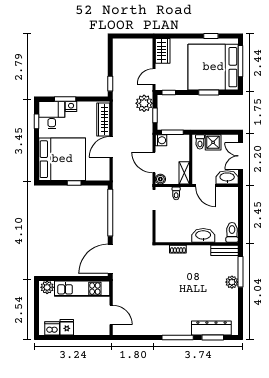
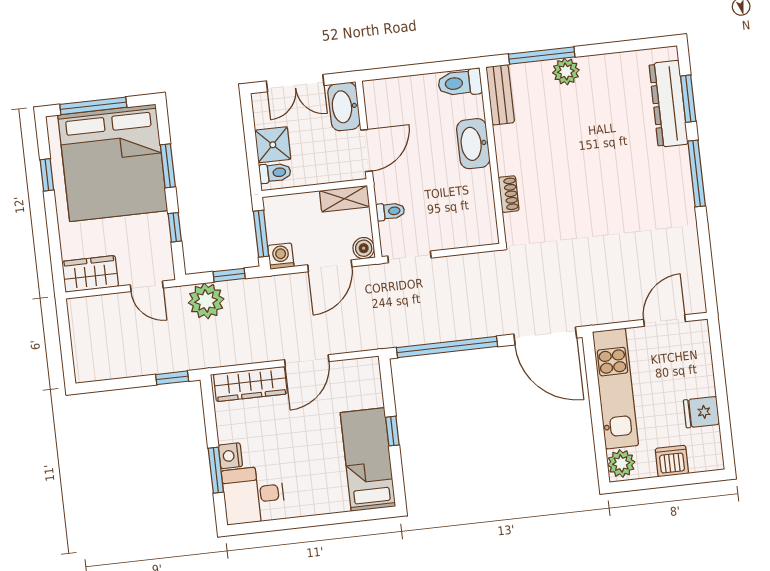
window: (169, 93) -> (175, 227), moved
window: (37, 121) -> (270, 526), removed
door: (111, 147) -> (307, 361), hinge flipped
bed: (62, 159) -> (368, 460), width x0.49
dishwasher: (52, 328) -> (672, 461), moved, turned 90

